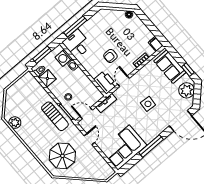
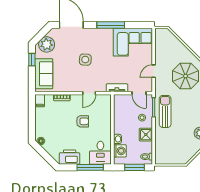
shower: (47, 78) -> (146, 135), moved
printer: (105, 82) -> (70, 157), moved, turned 90

